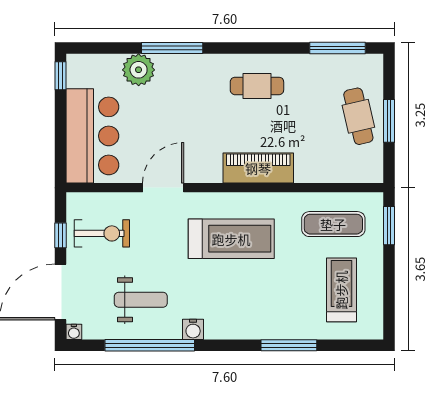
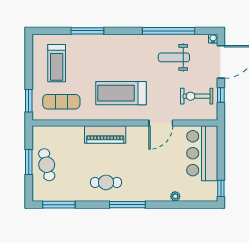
window: (172, 48) -> (127, 205), moved
plant: (139, 70) -> (175, 196), width x0.53, depth x0.53
water cooler: (193, 329) -> (143, 40), removed

